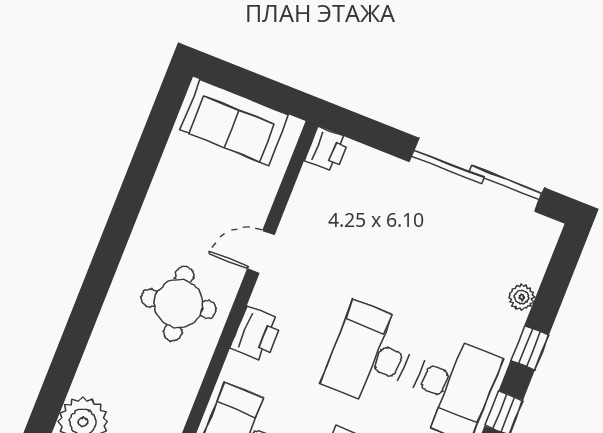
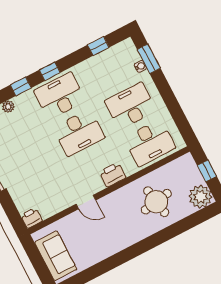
round table: (179, 304) -> (156, 202), moved

